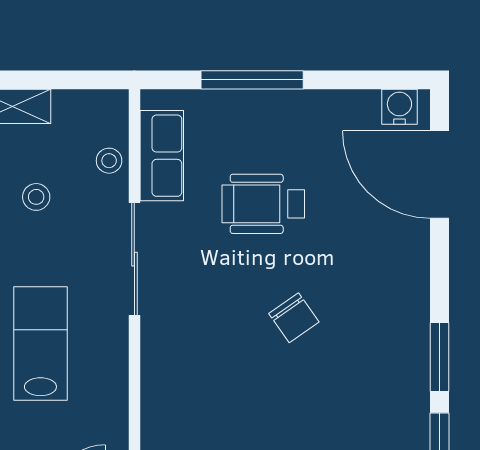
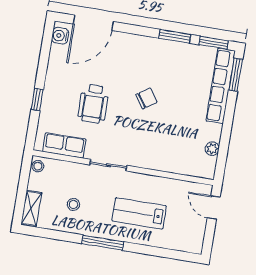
window: (252, 80) -> (37, 99), width x0.46
stool: (109, 161) -> (38, 166), moved
sliding door: (134, 259) -> (108, 165), width x0.73

